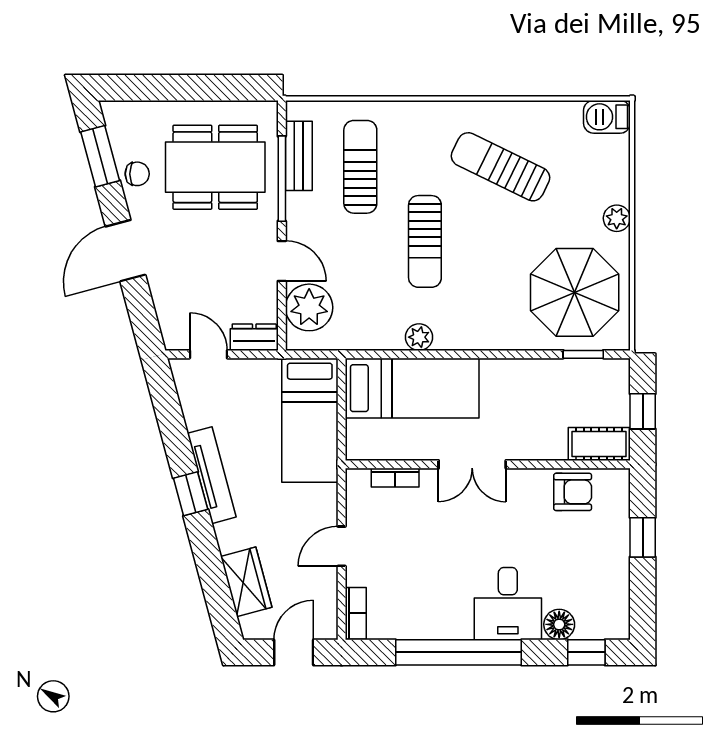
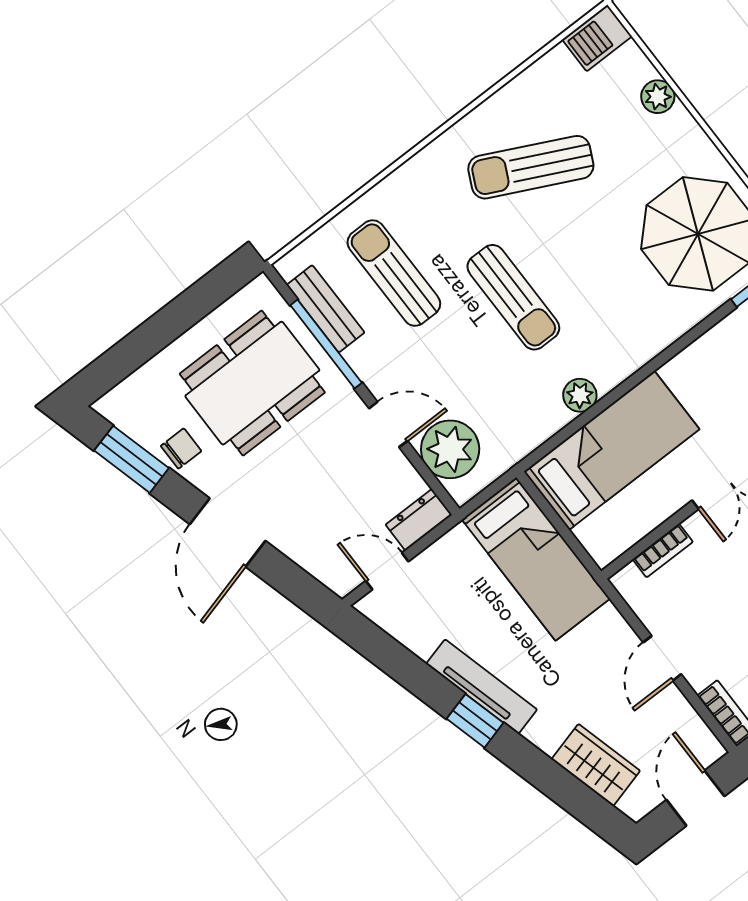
plant: (617, 218) -> (658, 97), moved

